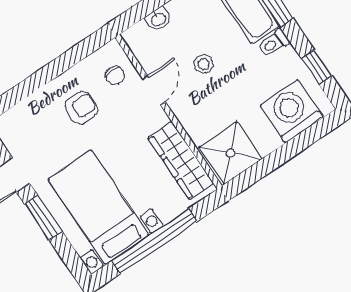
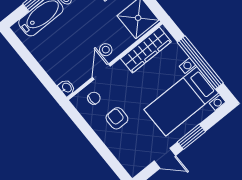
washbasin: (158, 19) -> (67, 88), moved
stool: (204, 64) -> (106, 50), moved
door: (154, 90) -> (101, 72), hinge flipped

